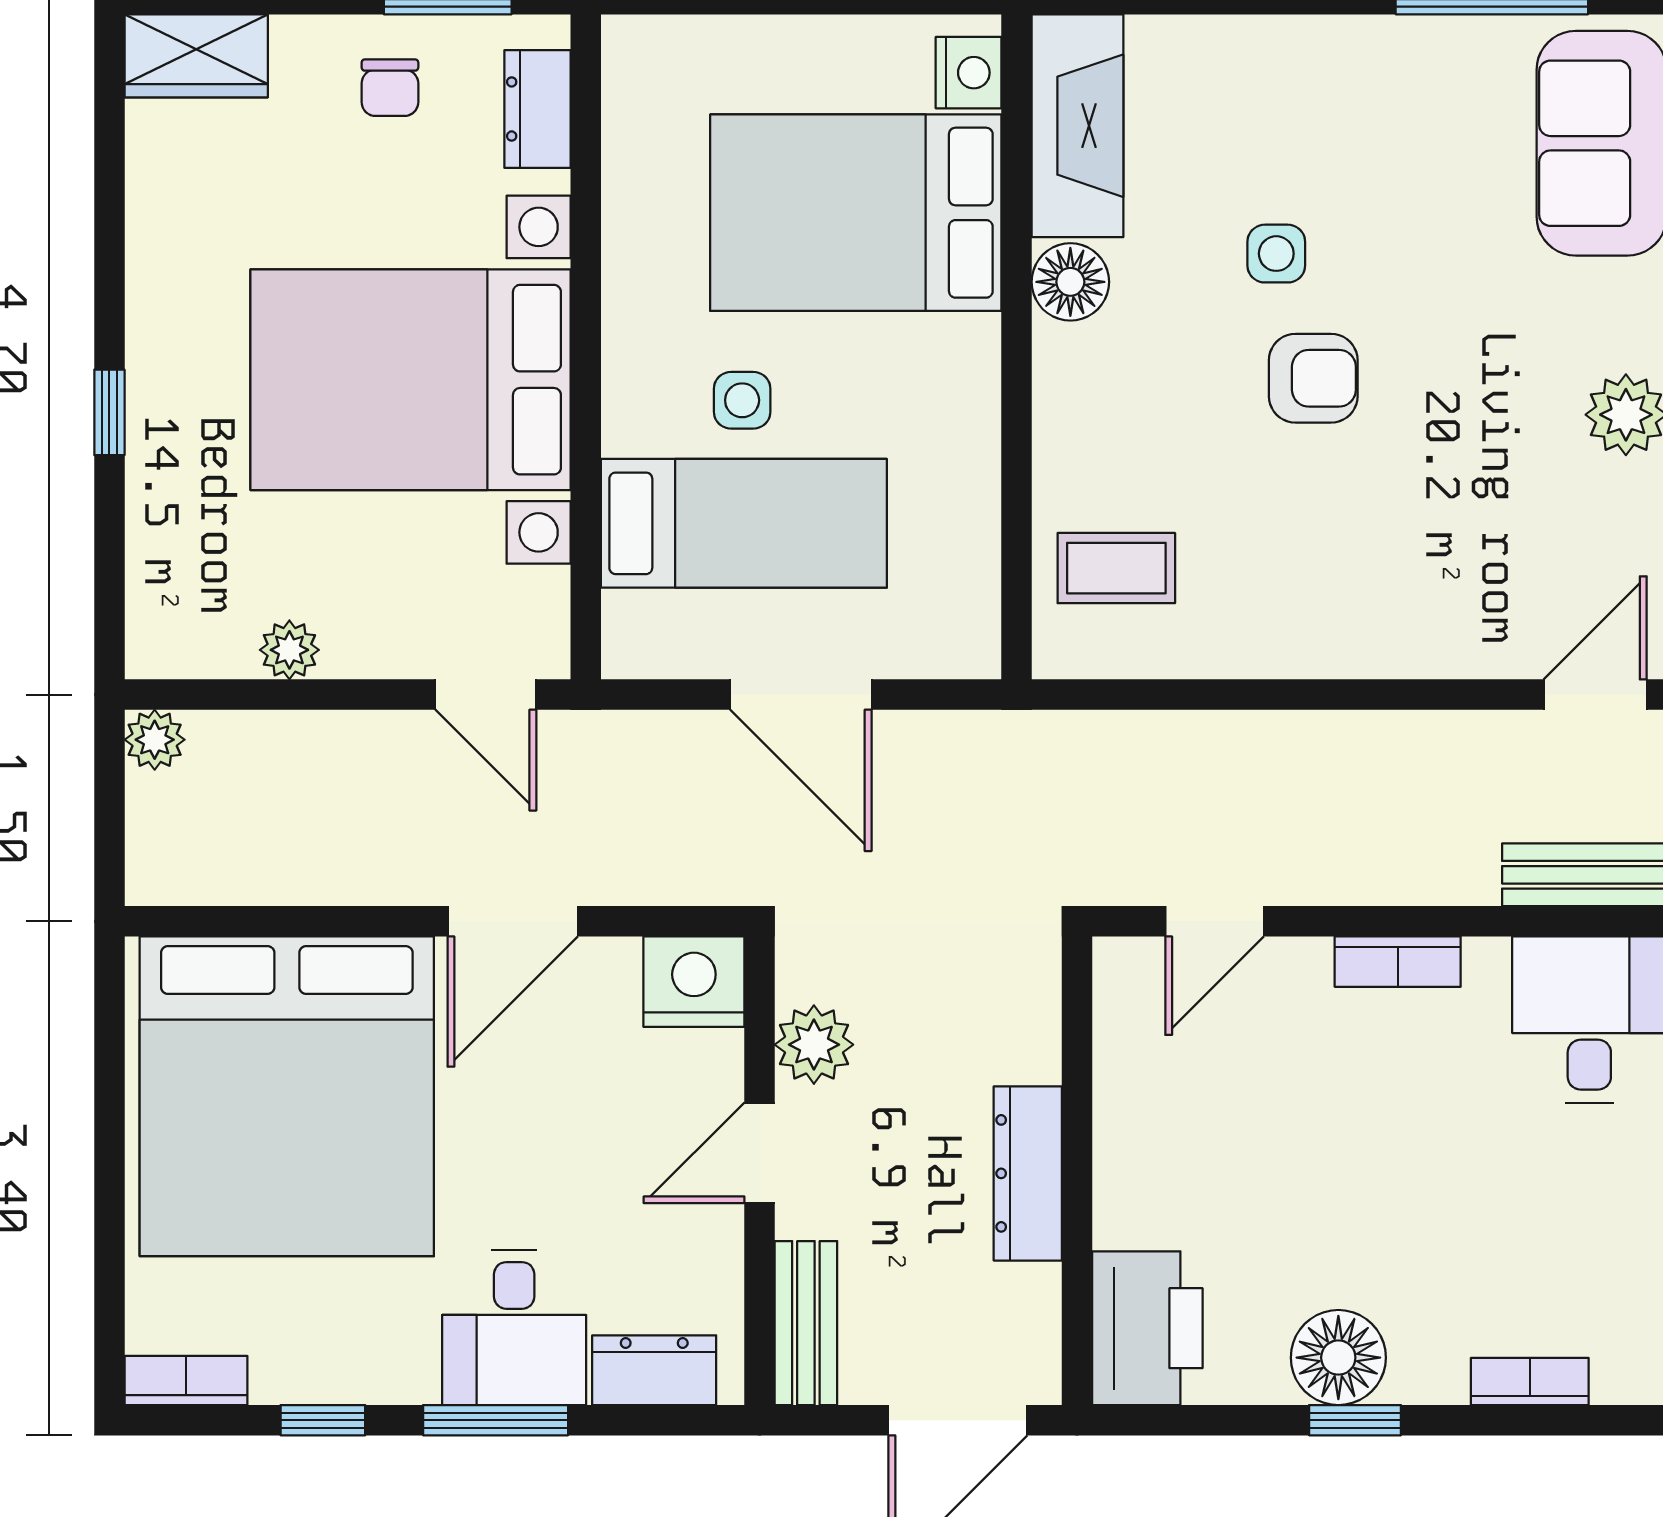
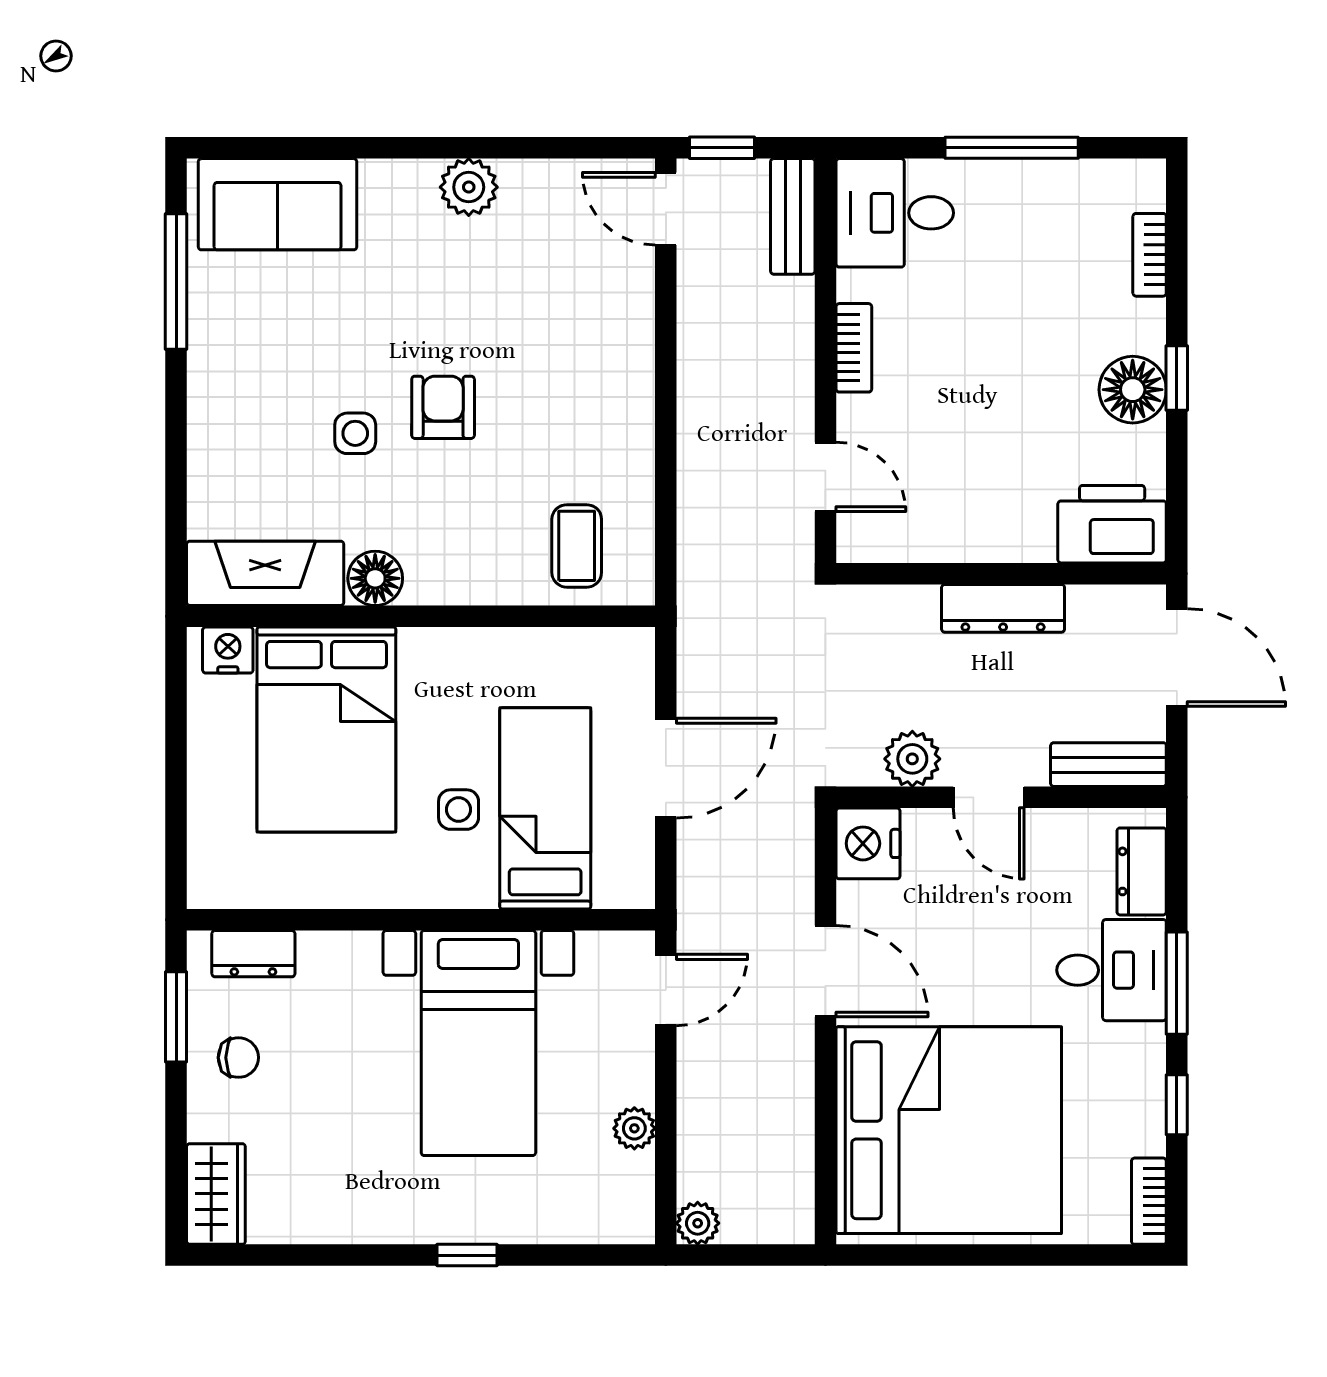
bed with nightstands: (411, 380) -> (478, 1043), width x0.73

